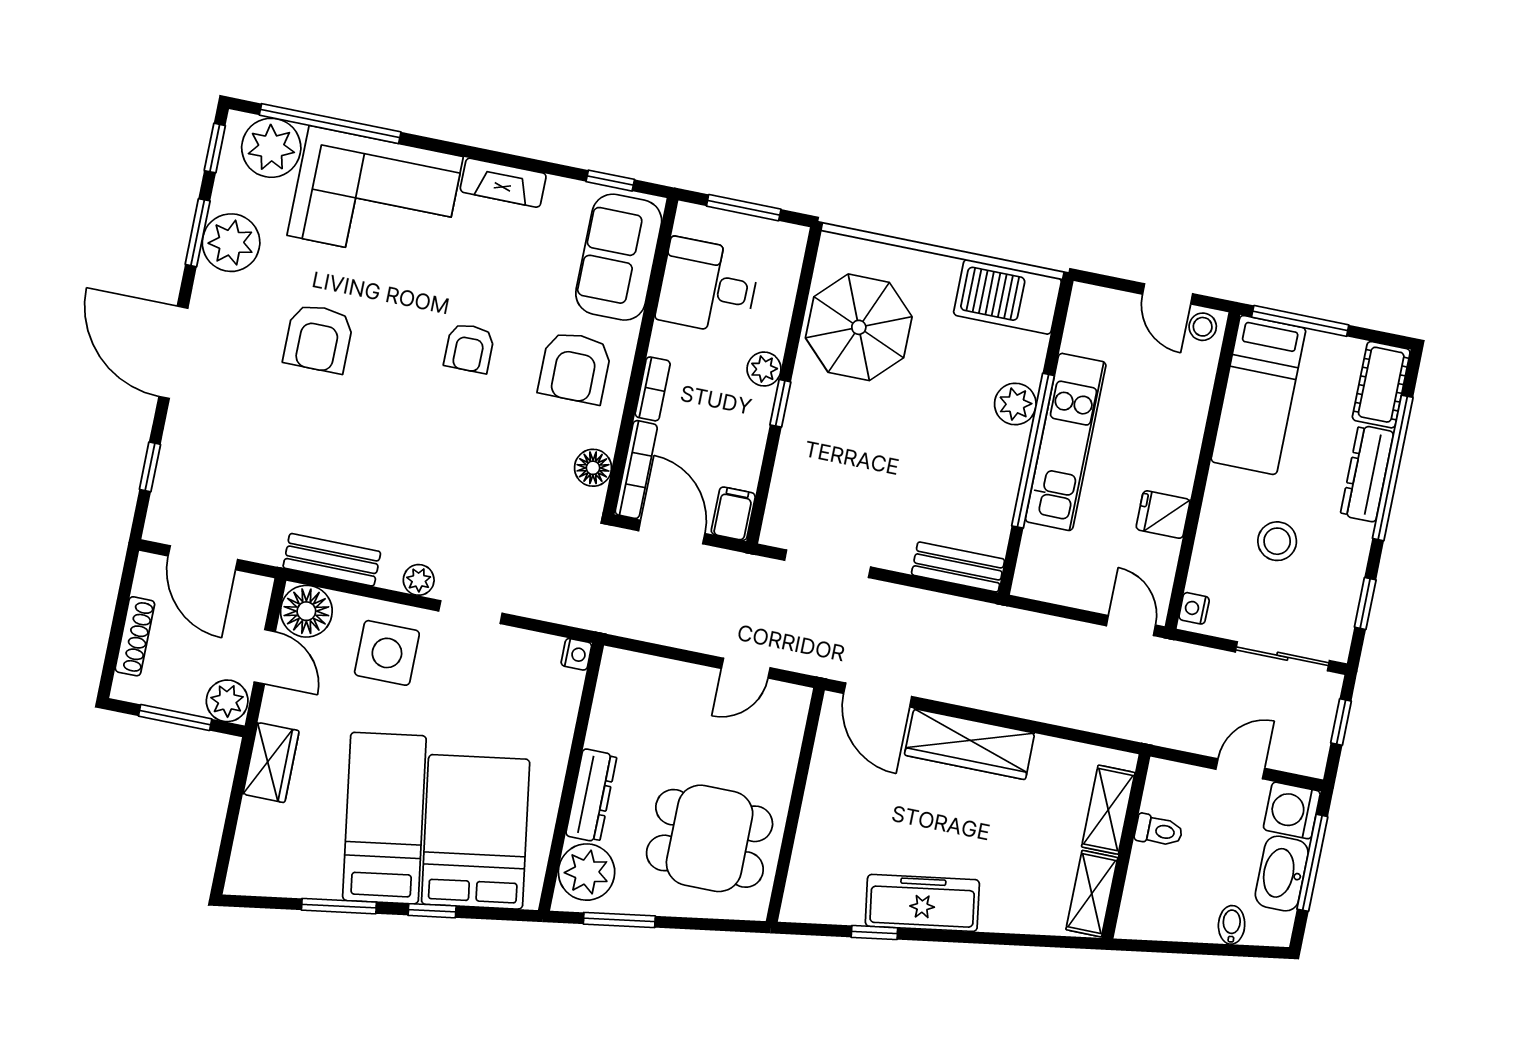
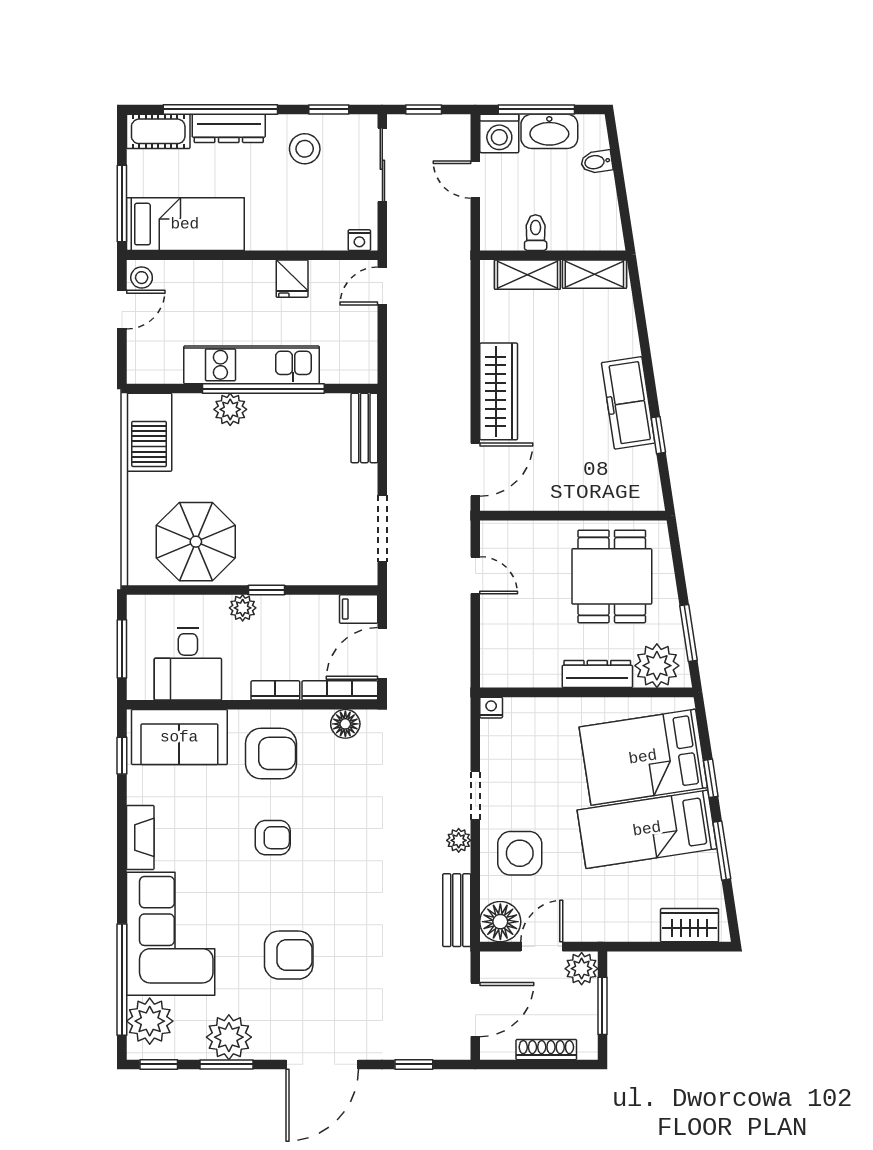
stool: (1277, 541) -> (305, 149), moved
wardrobe: (271, 763) -> (690, 925), moved

